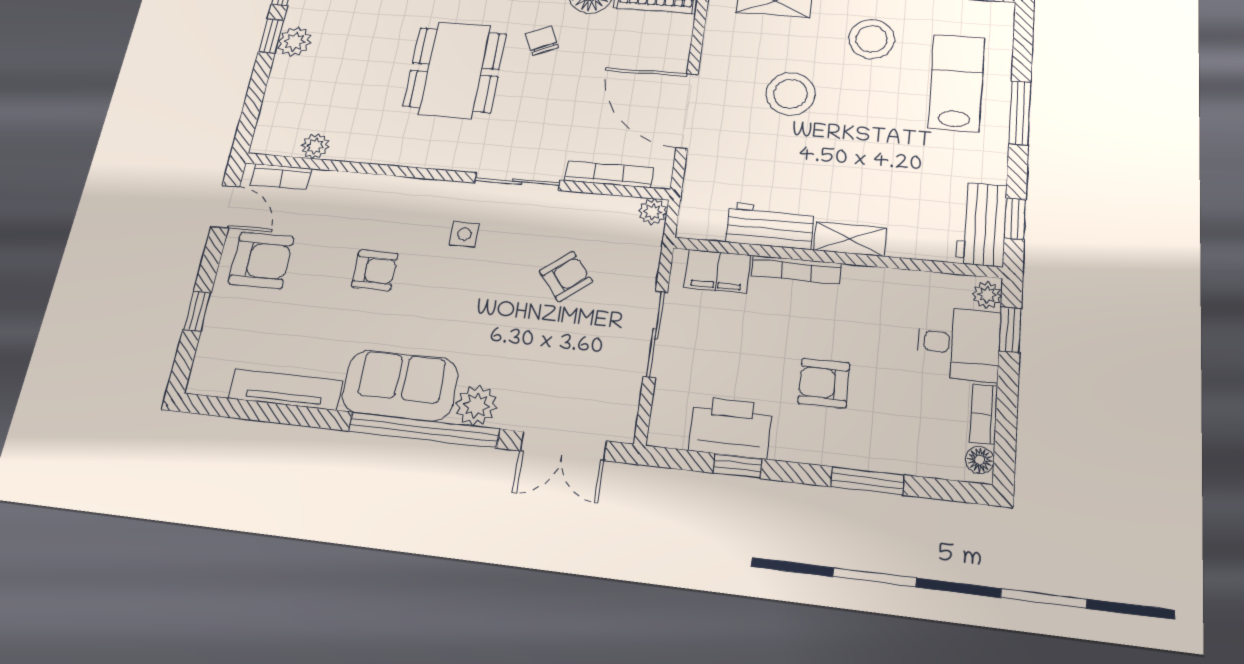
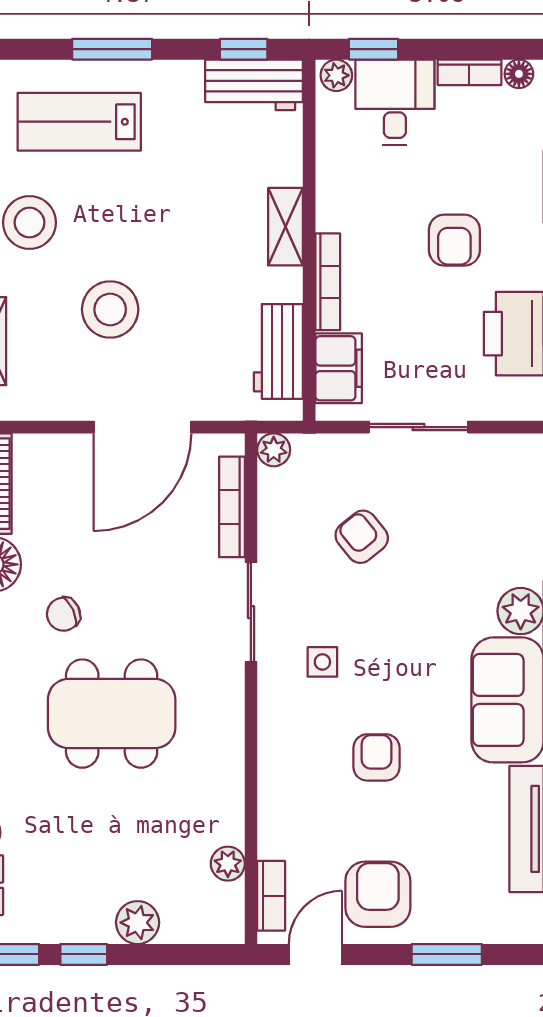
plant: (295, 42) -> (138, 923), moved
workbench: (770, 226) -> (278, 351), moved
window: (197, 311) -> (447, 954), width x1.50

